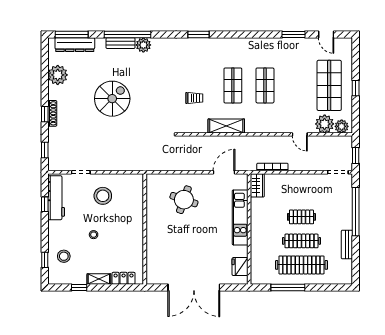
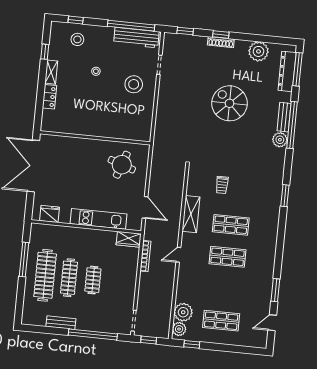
shop shelf: (329, 85) -> (221, 321), width x0.70, depth x0.74
window: (356, 88) -> (192, 344), moved
spiral stairs: (112, 99) -> (229, 103), turned 180
door: (300, 134) -> (178, 255), moved
window: (45, 204) -> (131, 26), width x3.17
wall: (145, 229) -> (95, 138), moved

